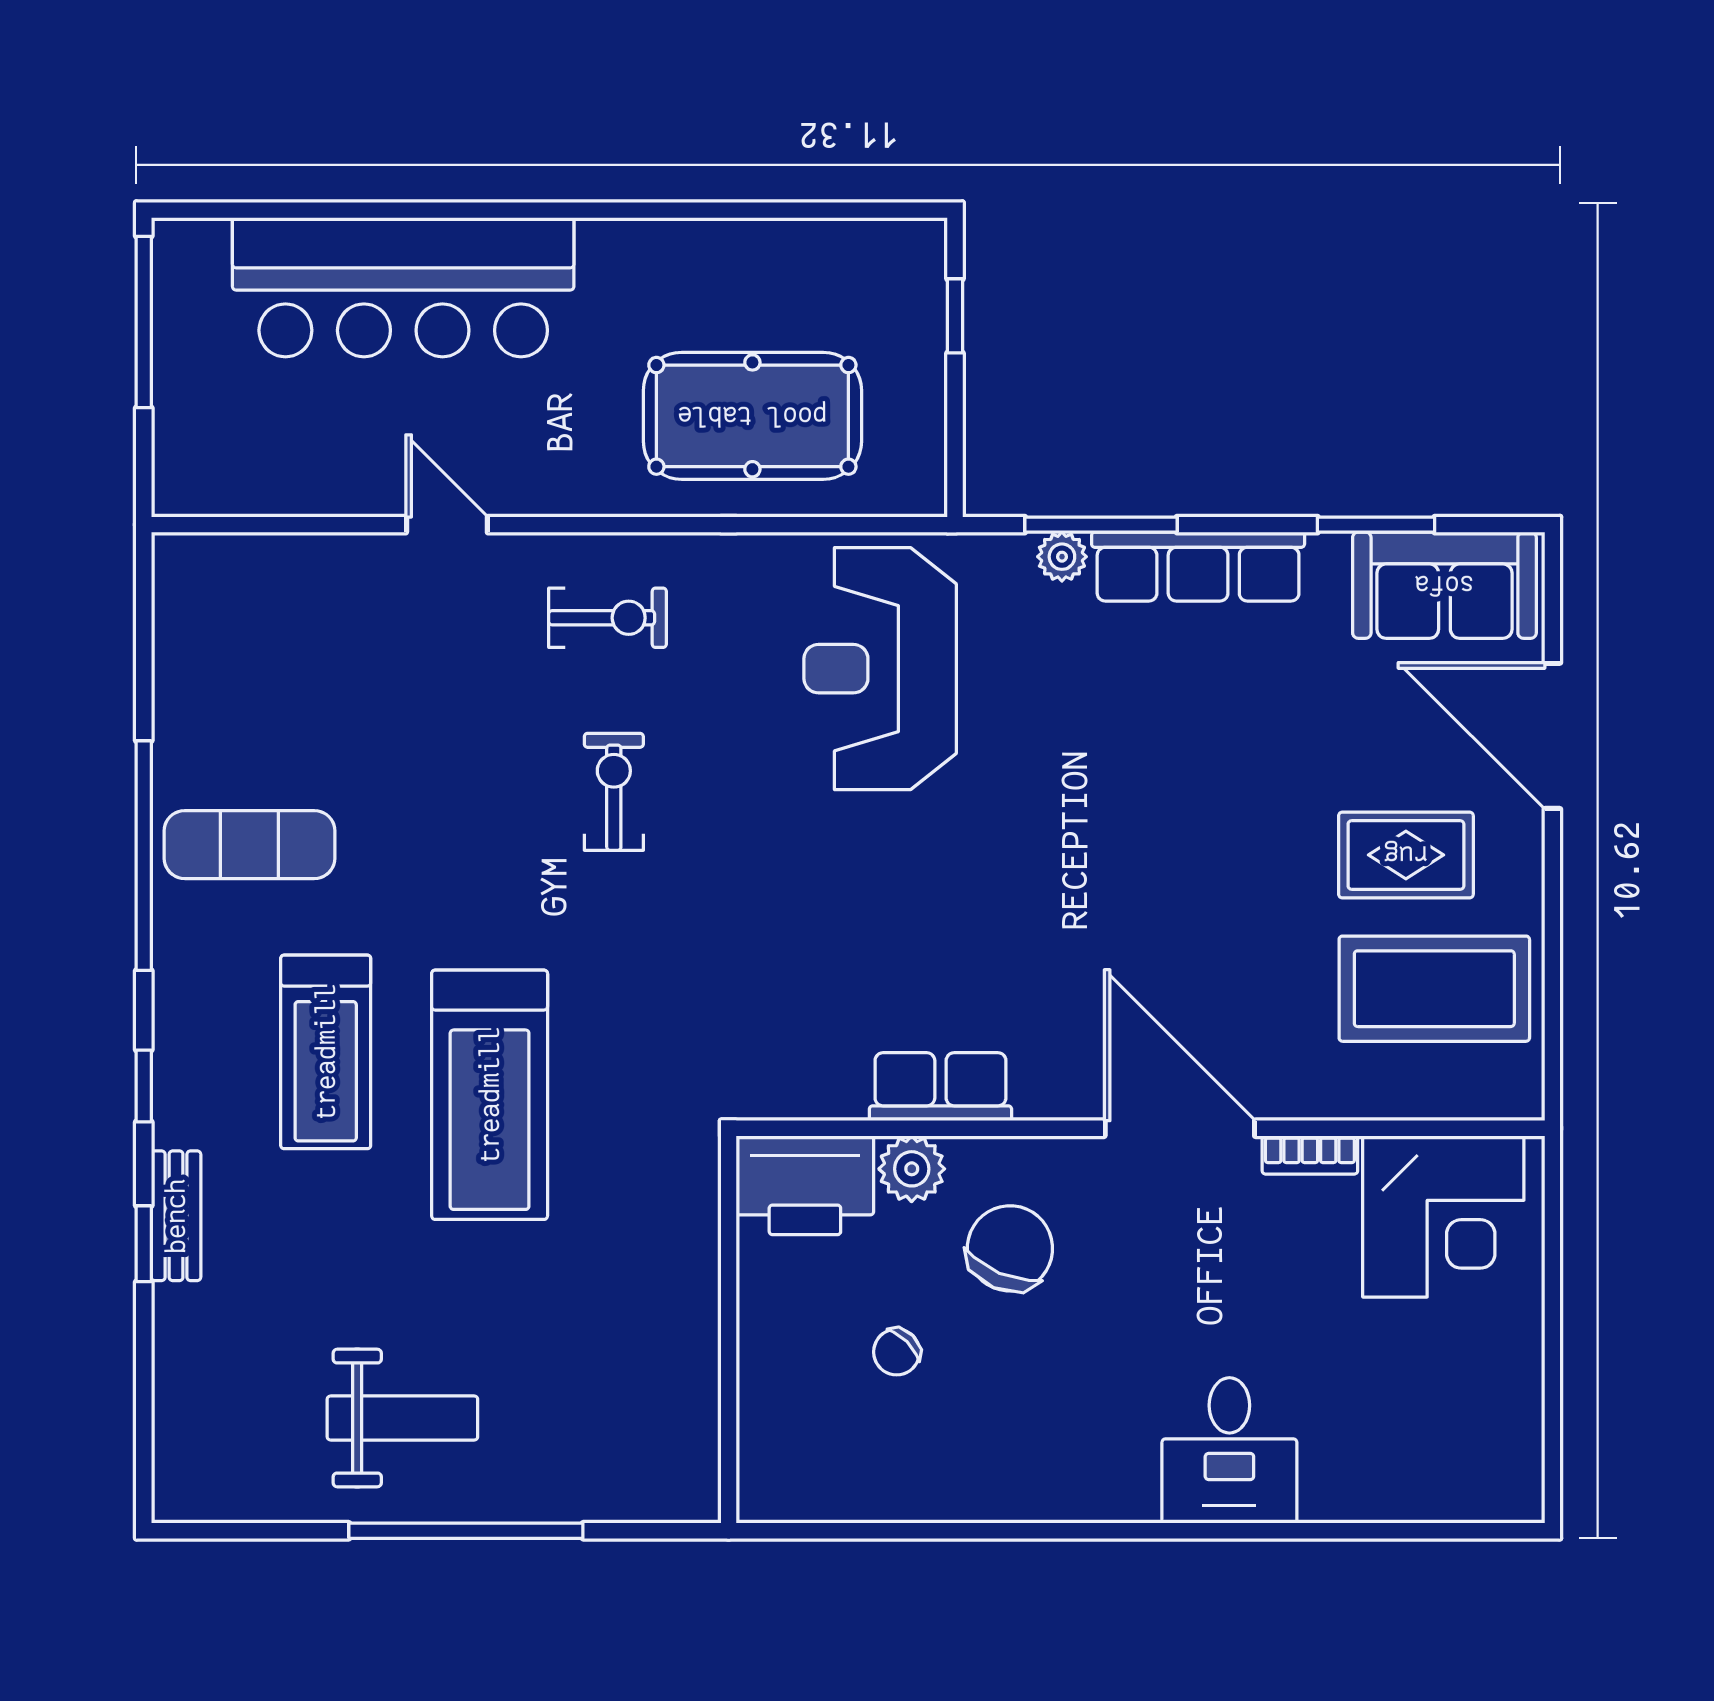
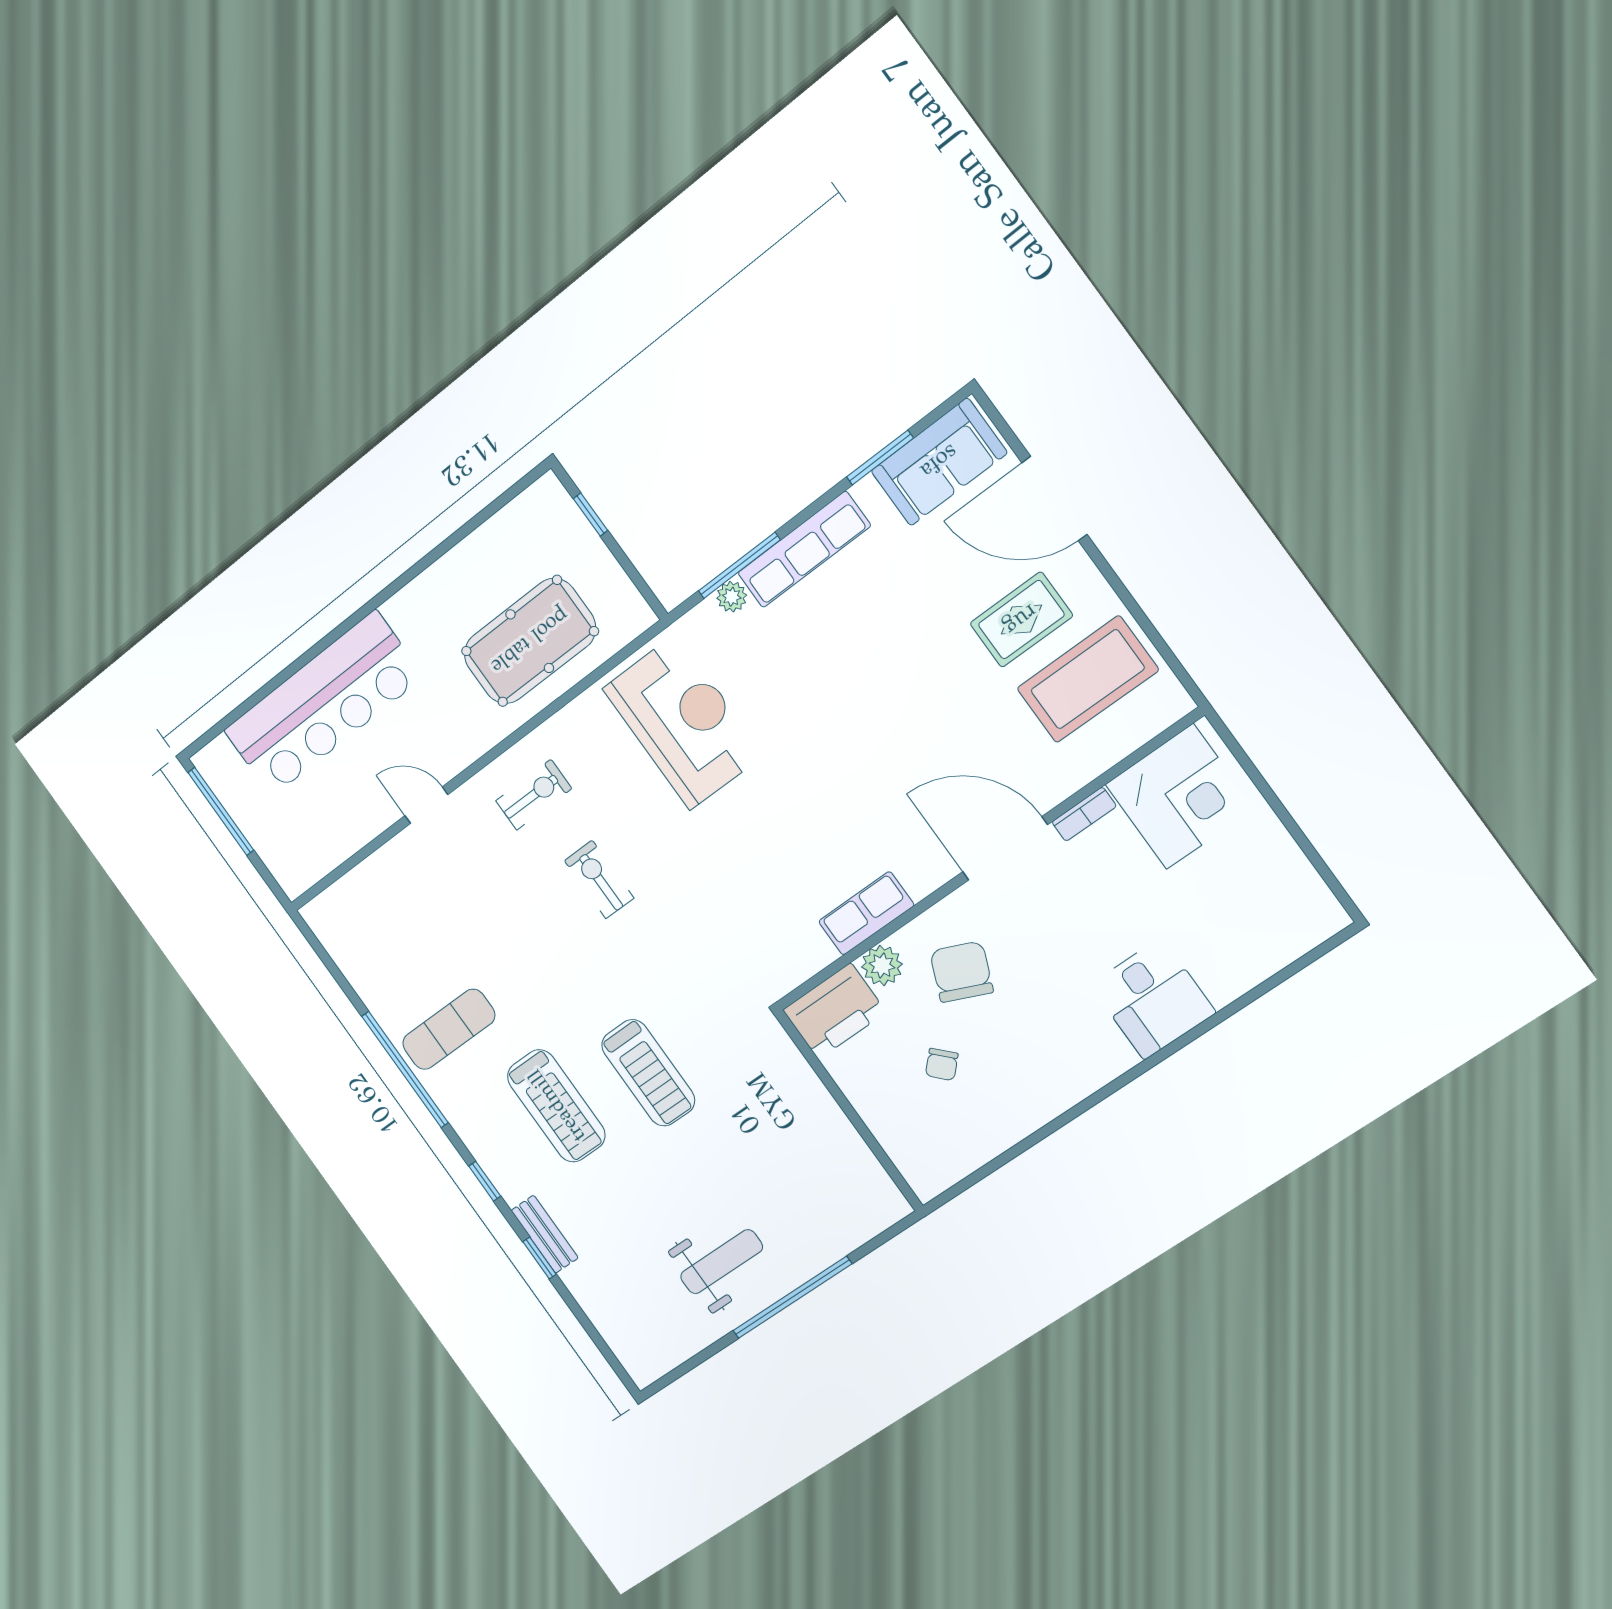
reception desk: (880, 669) -> (683, 722), turned 180
treadmill: (490, 1095) -> (648, 1073), width x0.73, depth x0.73

